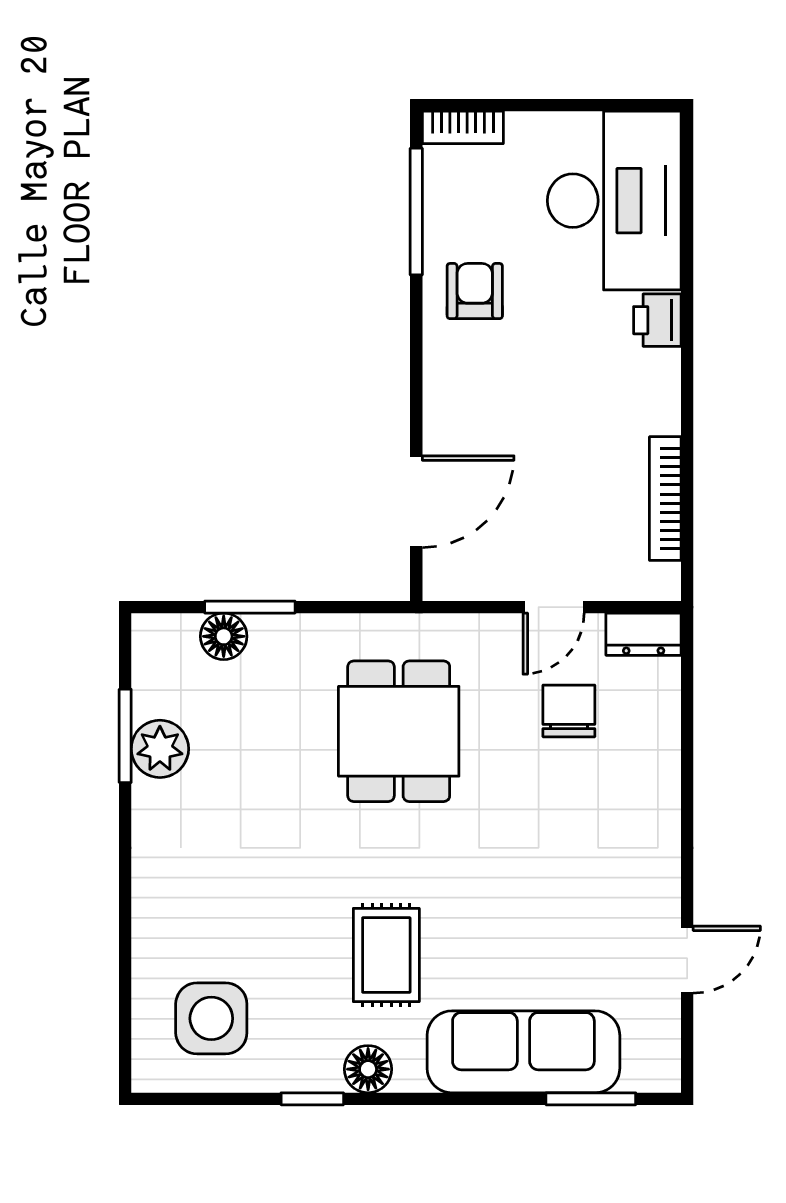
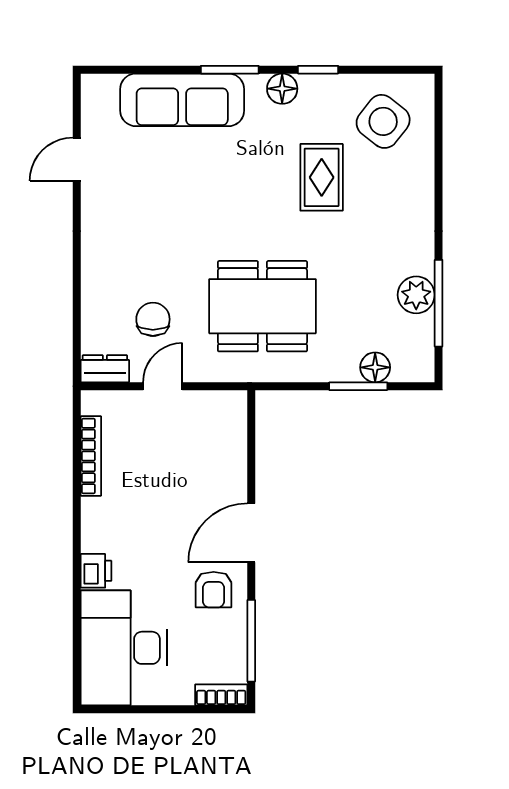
door: (416, 502) -> (251, 533), moved
chair: (569, 711) -> (153, 319), turned 180
dining table: (399, 731) -> (262, 306), width x1.37
window: (125, 736) -> (439, 303), width x1.44
rug: (386, 955) -> (322, 177), moved
side table: (211, 1018) -> (383, 121), turned 38
window: (591, 1099) -> (230, 70), moved

